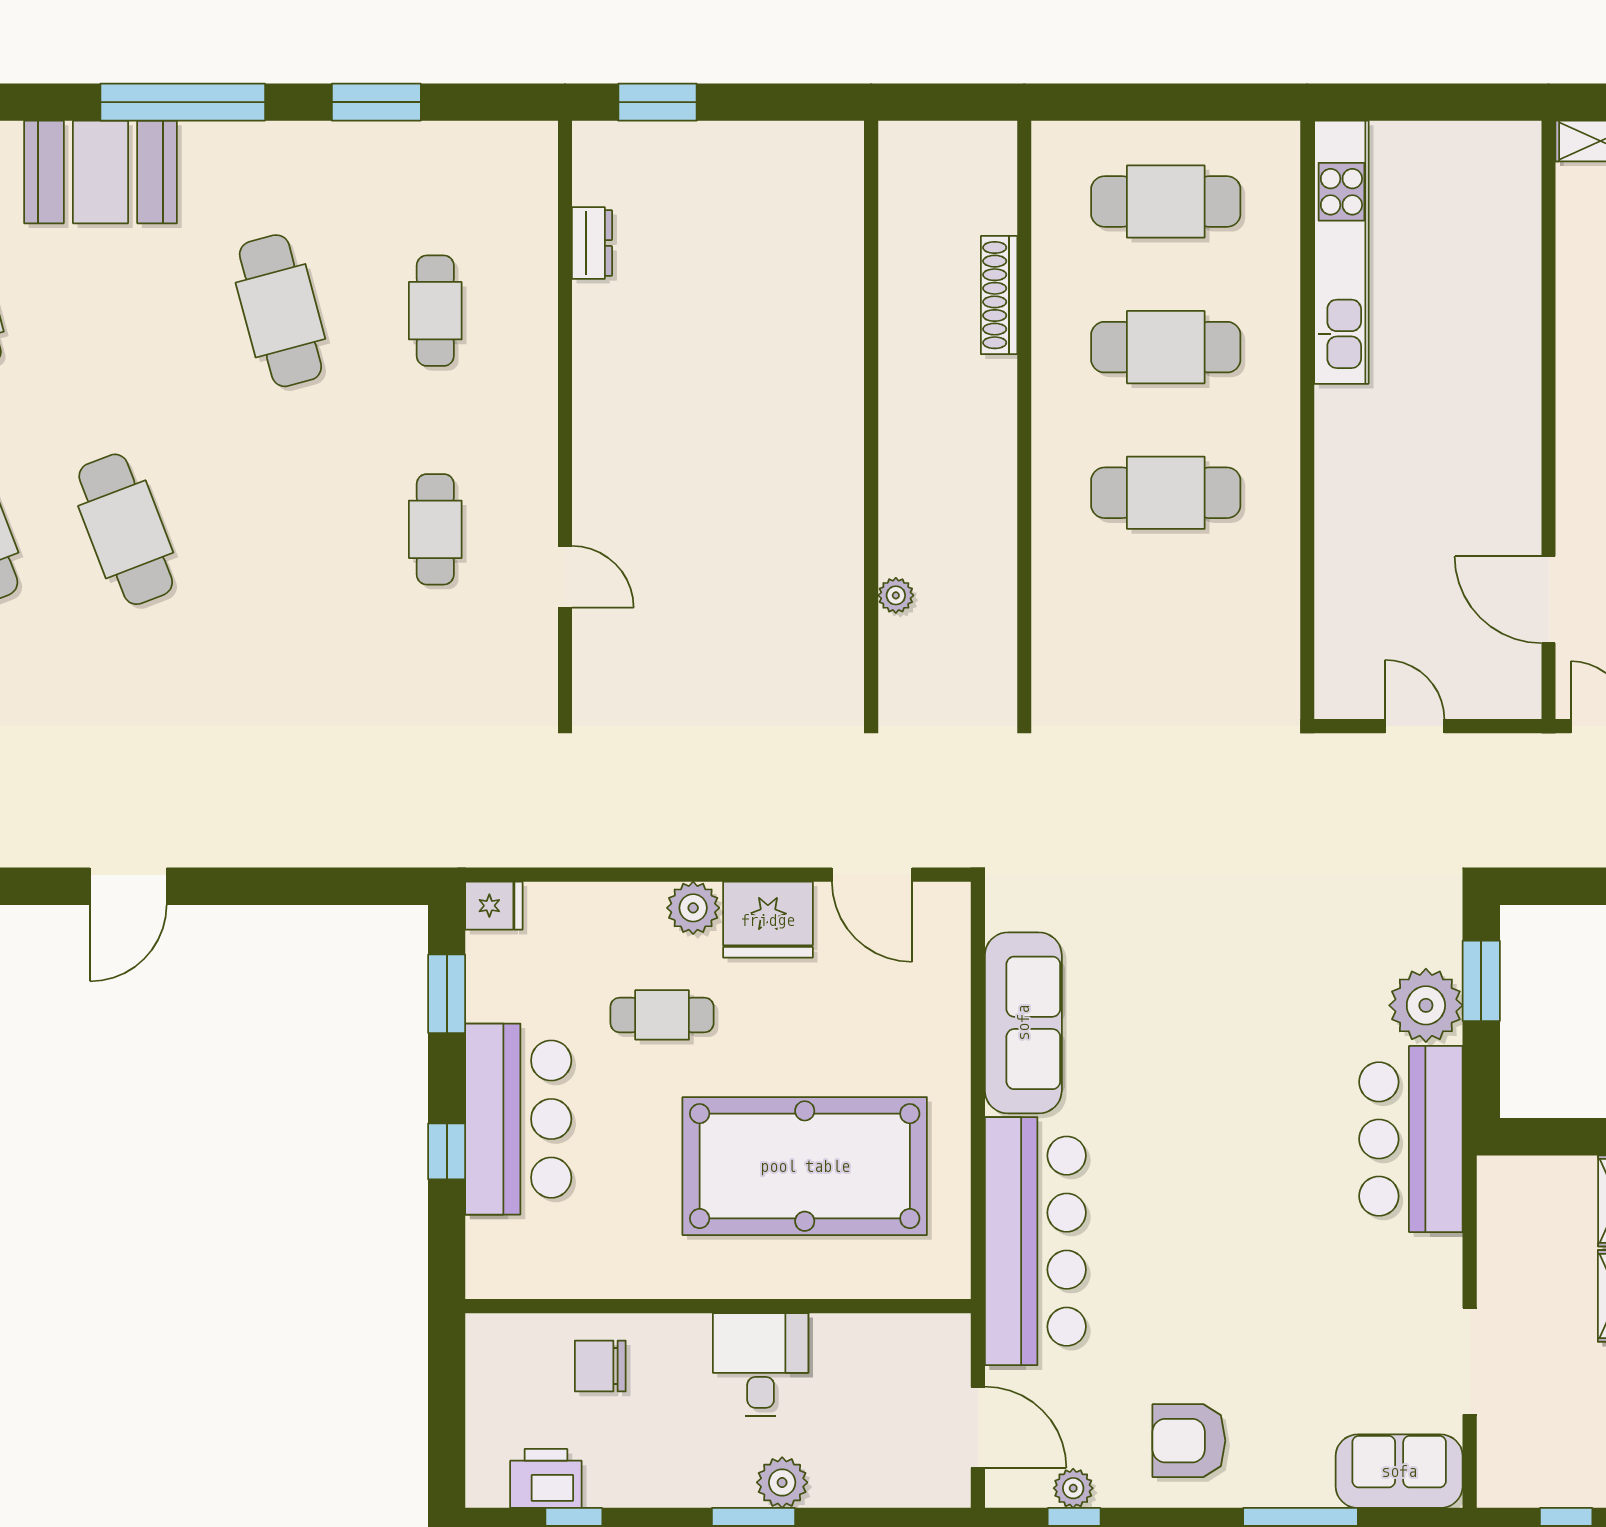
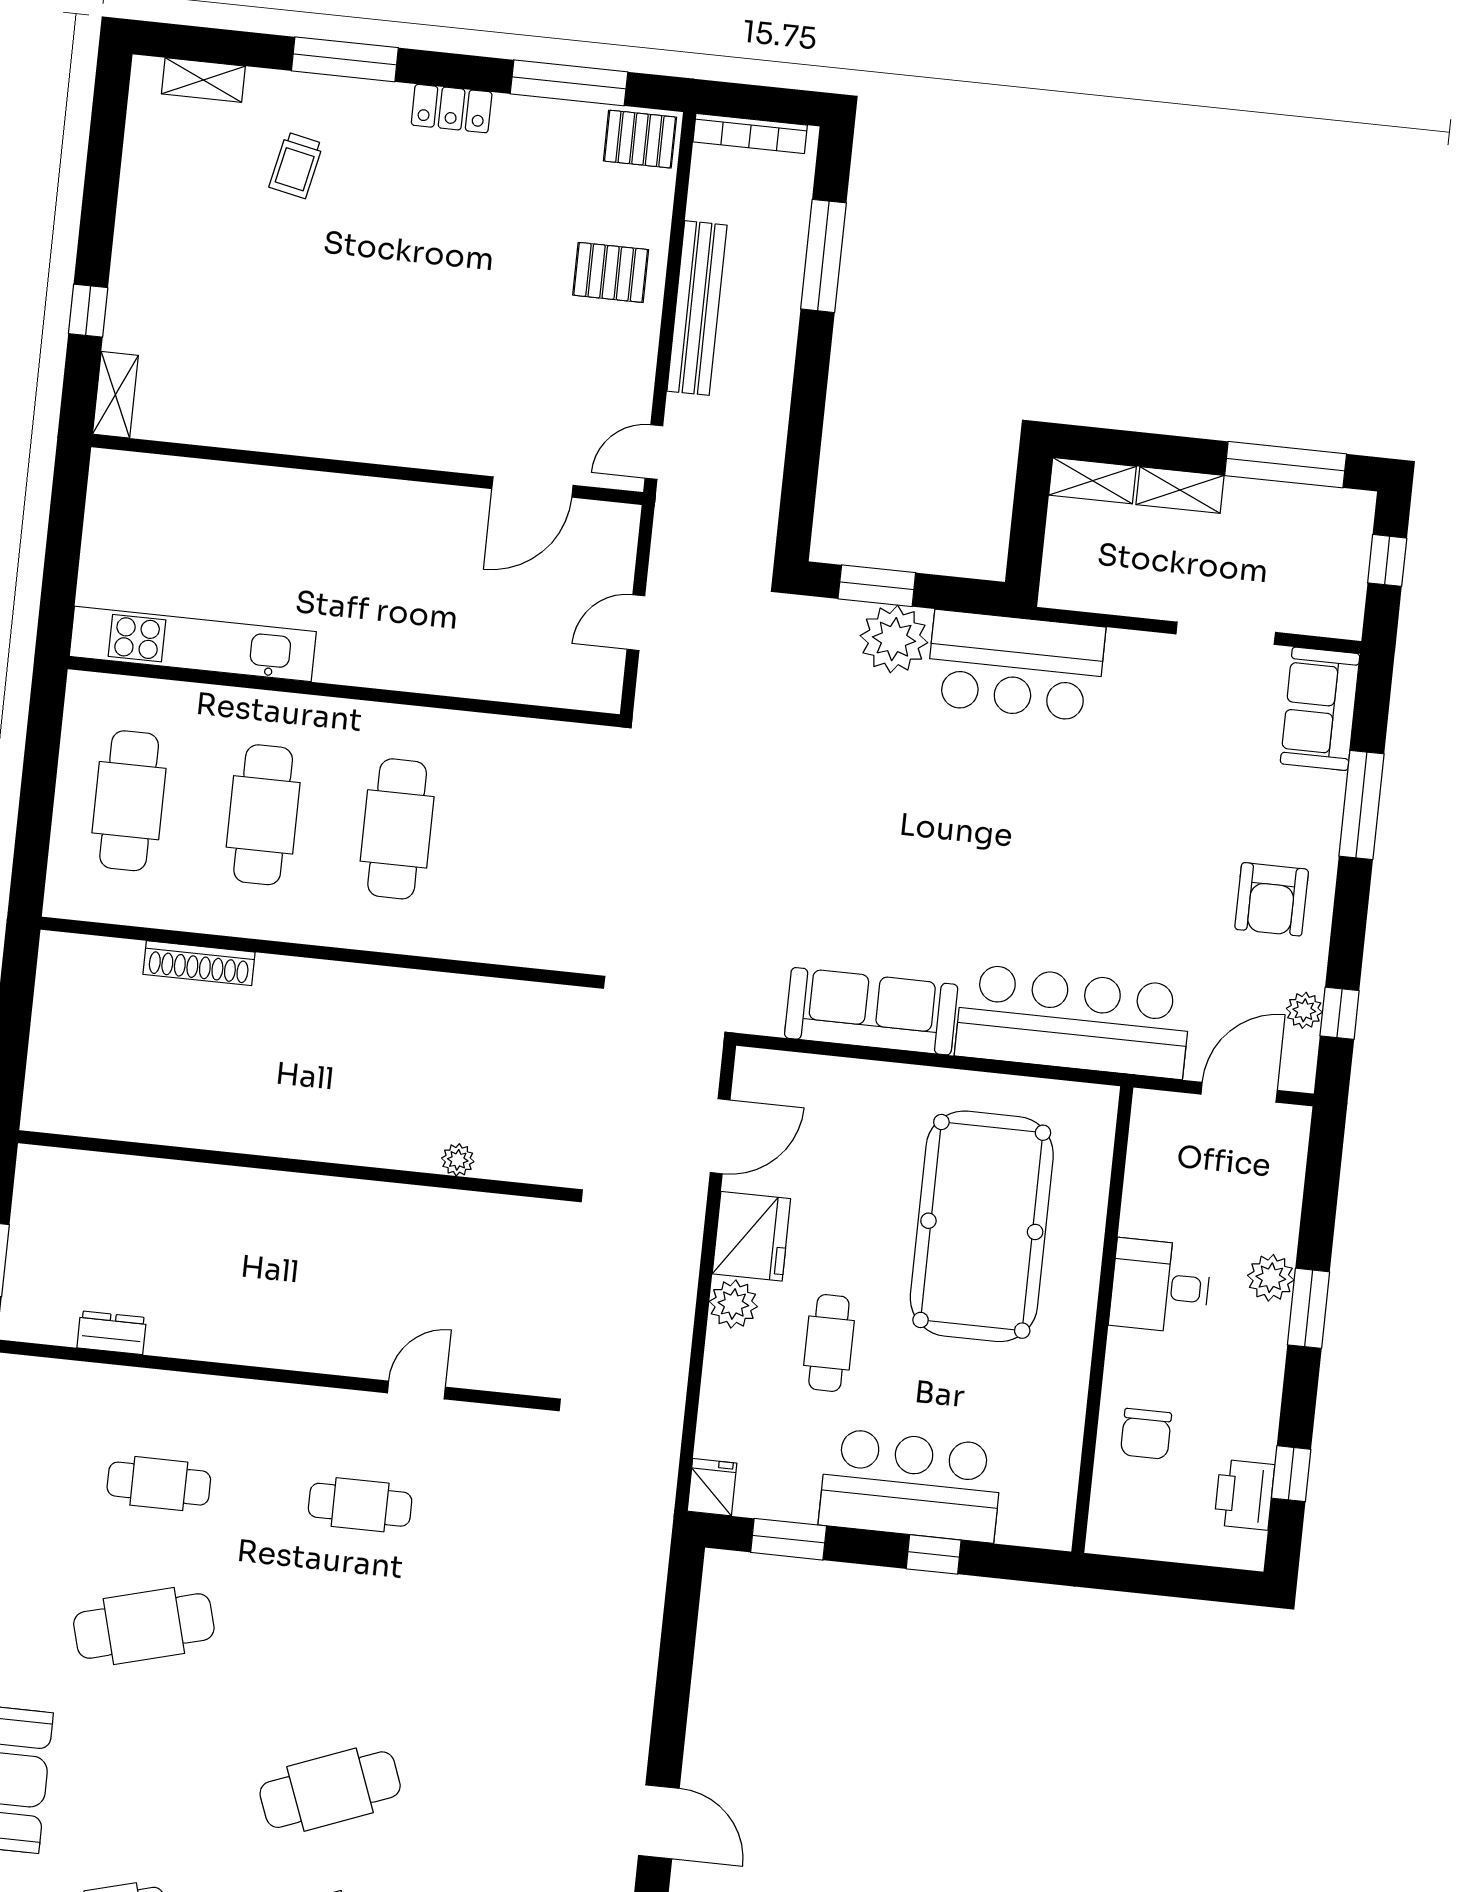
wall: (871, 420) -> (294, 1166), moved
plant: (896, 595) -> (458, 1160), moved

